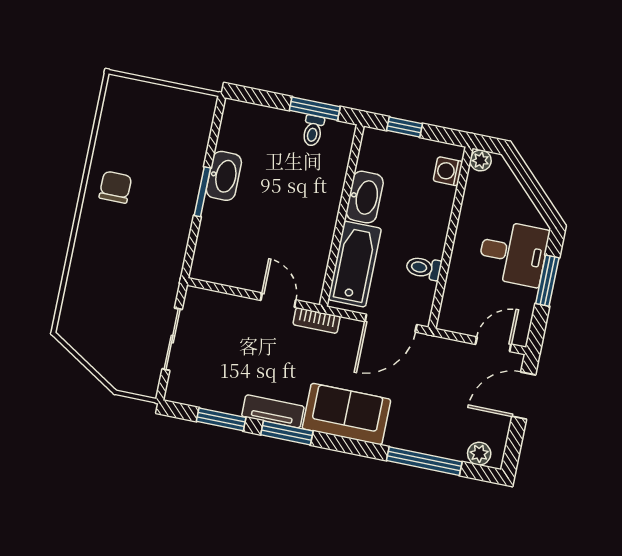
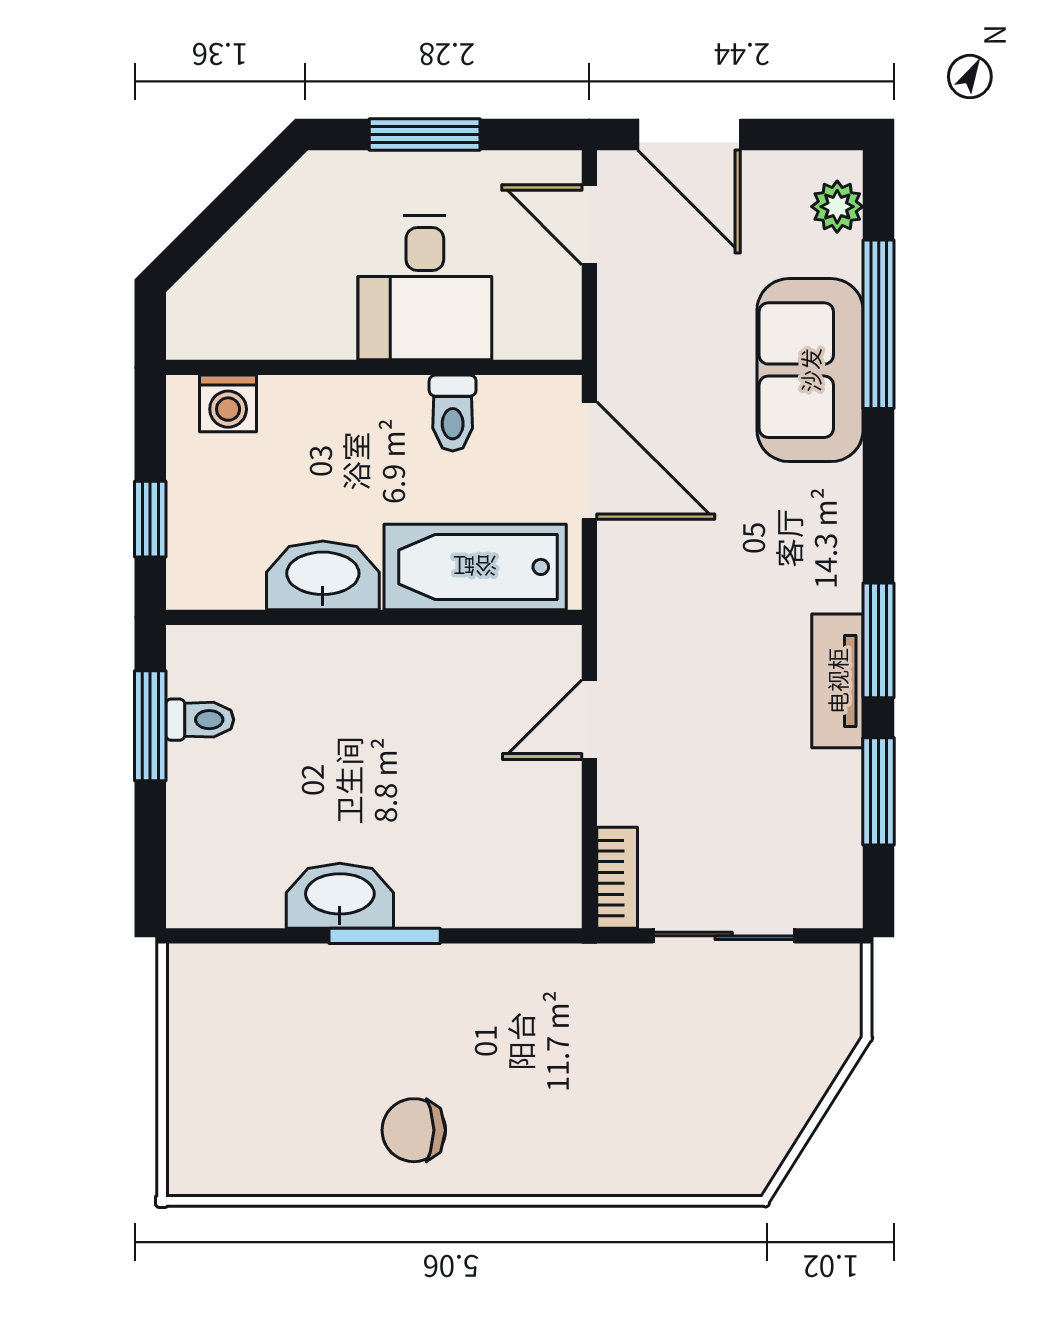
plant: (481, 160) -> (190, 336), removed
desk: (513, 253) -> (425, 288), moved, turned 180
bookcase: (317, 320) -> (617, 878), moved
sofa: (346, 414) -> (810, 370), moved

